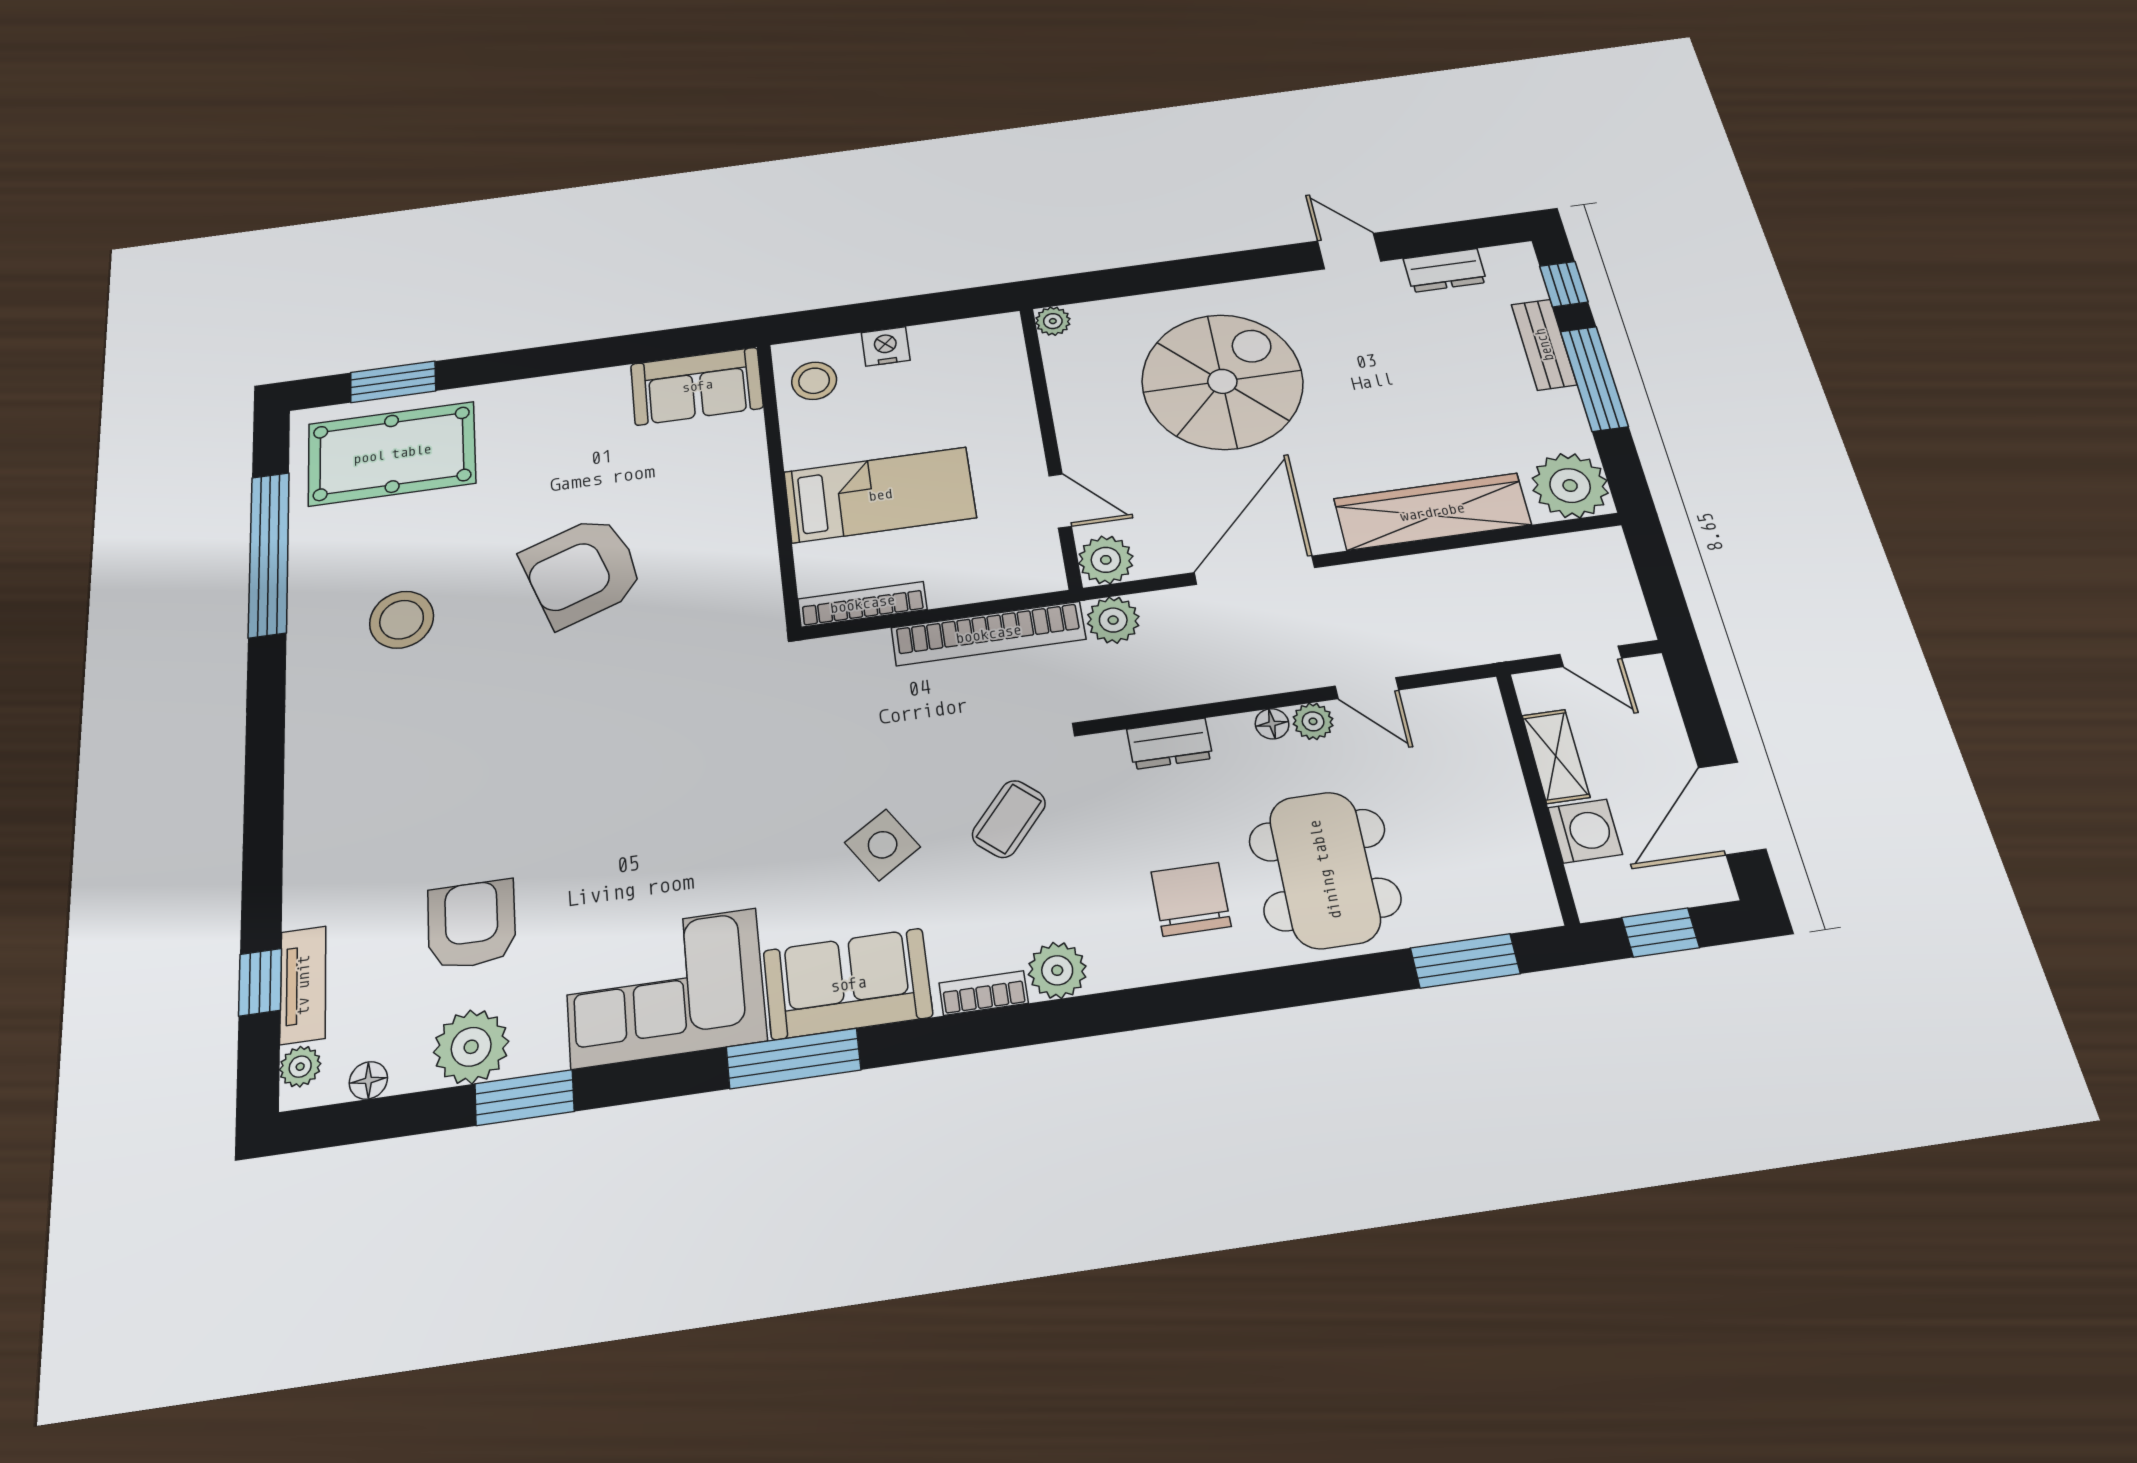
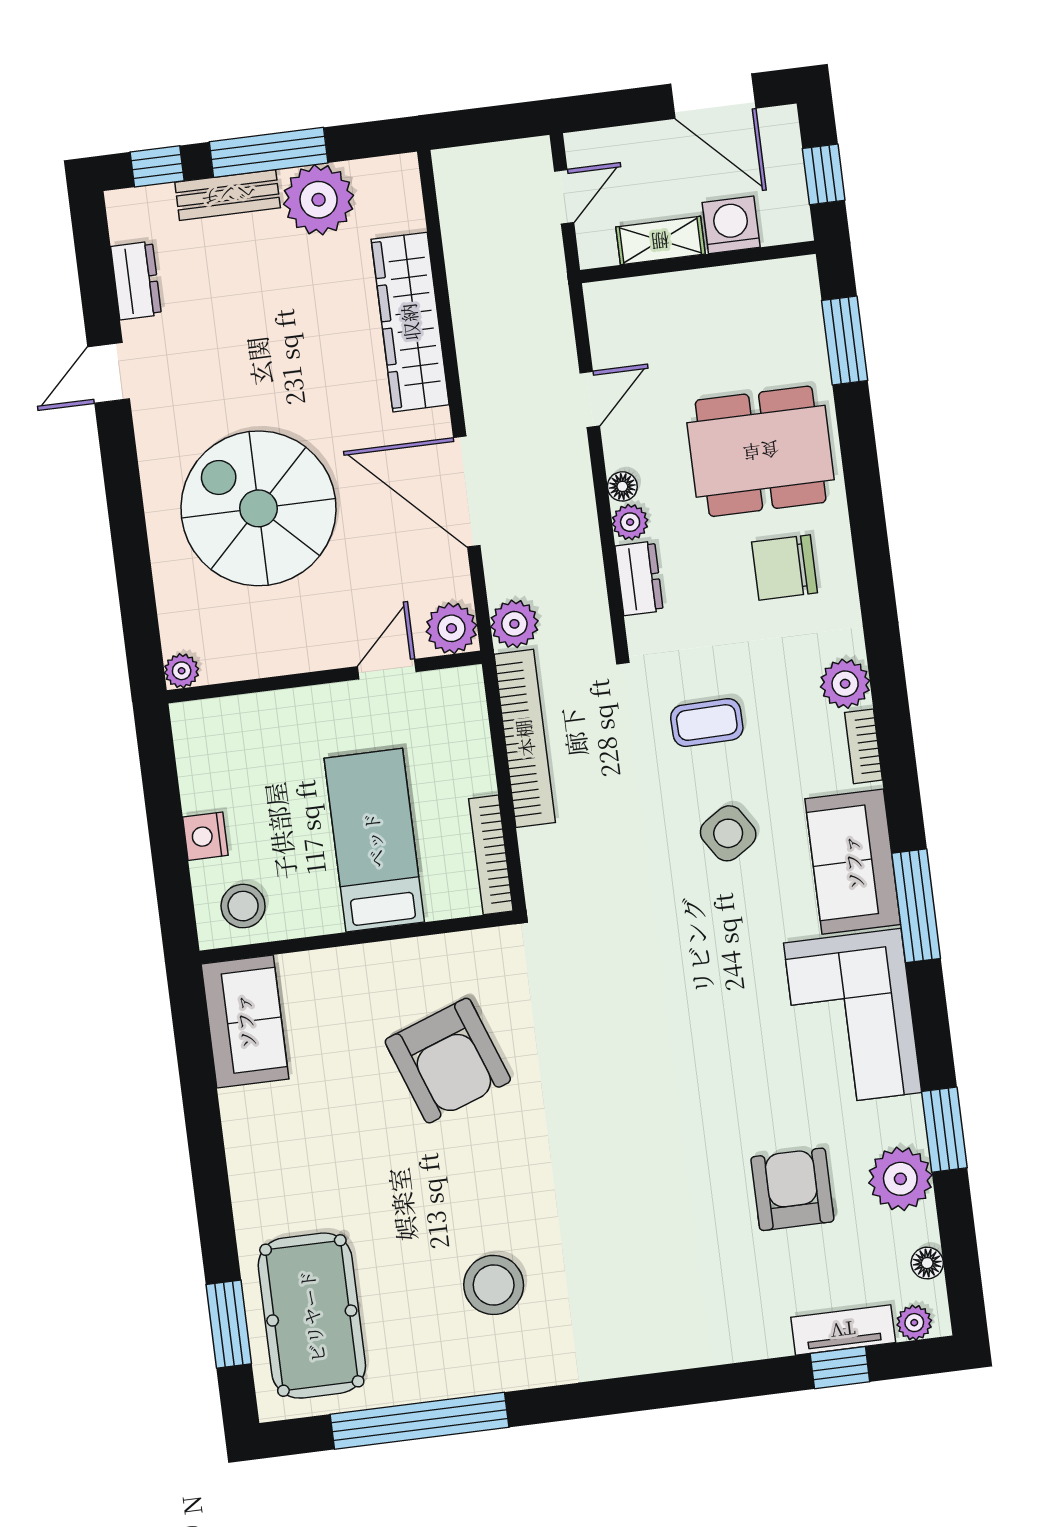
plant: (1570, 486) -> (319, 200), moved
armchair: (582, 571) -> (448, 1061), moved
plant: (1313, 721) -> (630, 522), moved
coffee table: (1009, 819) -> (707, 723), turned -42
armchair: (472, 924) -> (792, 1189), turned 90

